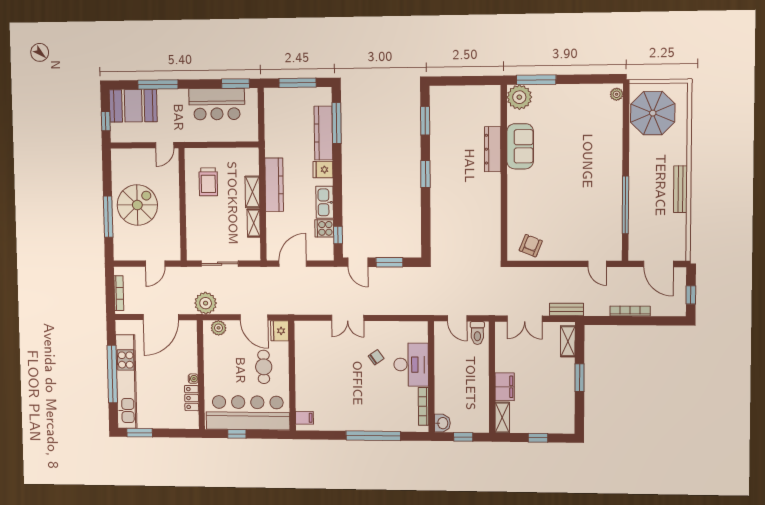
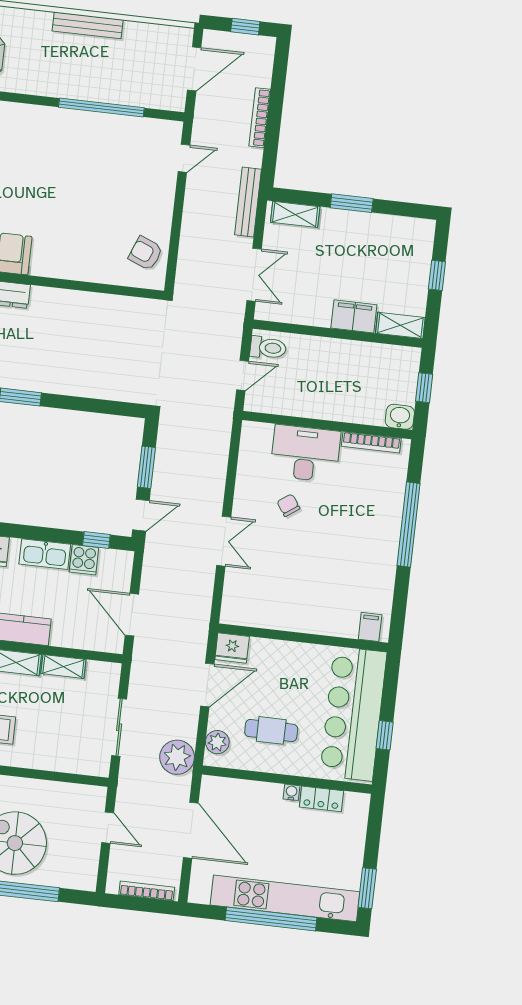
bench: (566, 309) -> (248, 202), width x1.36
cafe table: (264, 367) -> (271, 730), moved

